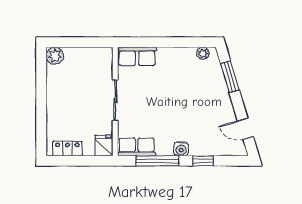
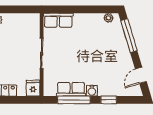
window: (230, 77) -> (129, 36), width x1.44
door: (245, 129) -> (141, 75), hinge flipped
row of seats: (137, 147) -> (71, 89), moved

